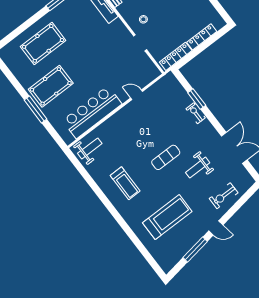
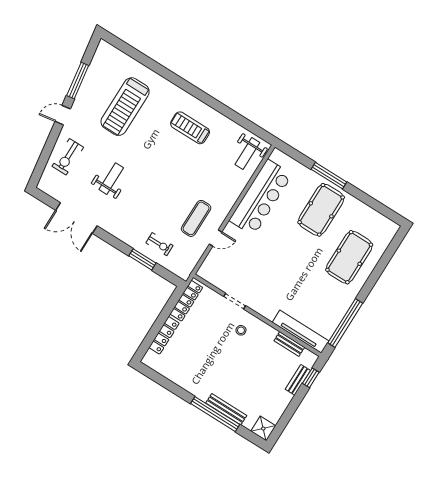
exercise bike: (196, 113) -> (159, 244), moved
exercise mat: (166, 157) -> (196, 218), moved
exercise bike: (224, 196) -> (68, 157), turned 180

